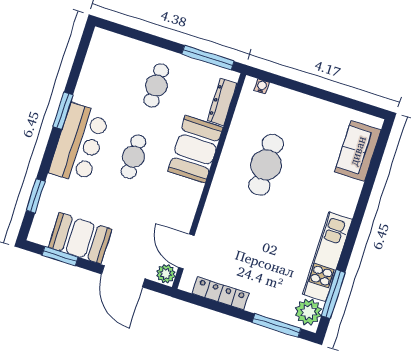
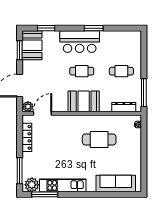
booth: (195, 149) -> (84, 101), moved
sofa: (358, 151) -> (116, 184), width x1.36
booth: (80, 238) -> (32, 45), moved

